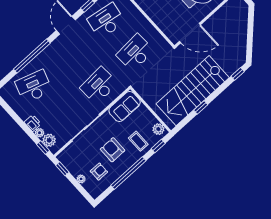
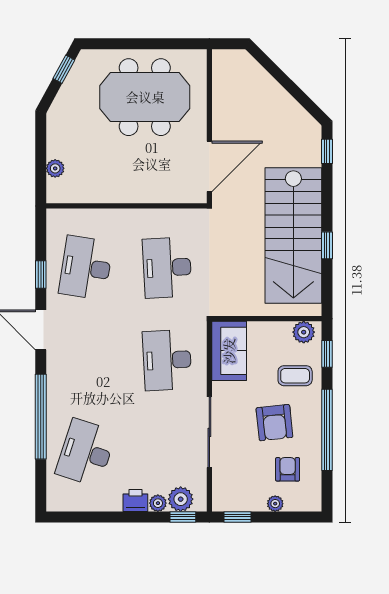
armchair: (113, 150) -> (274, 423), turned -96

